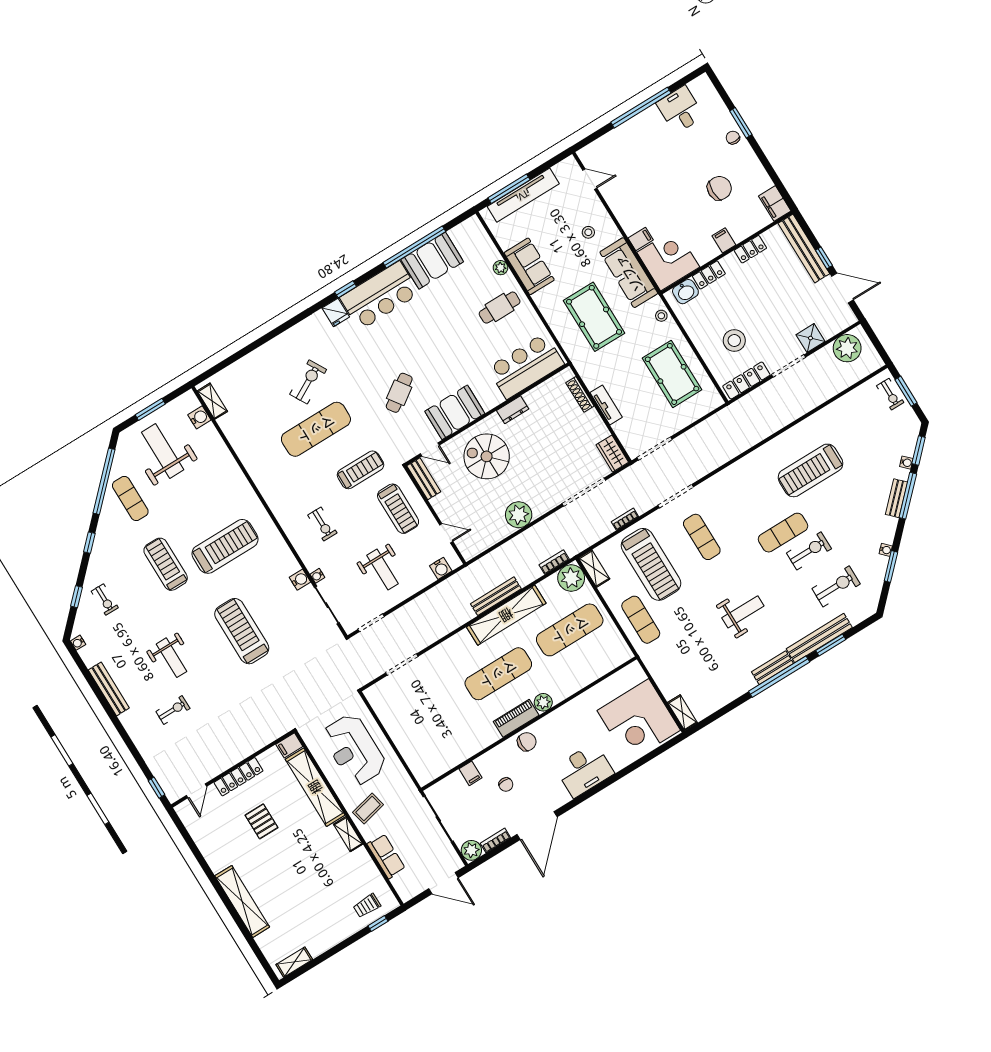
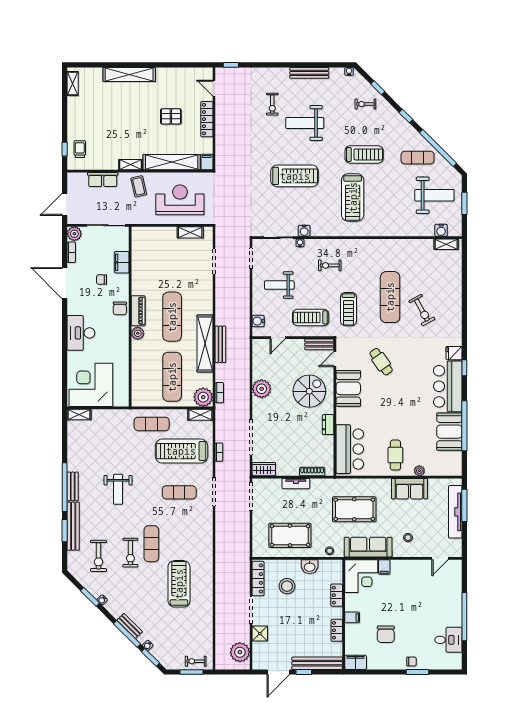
washbasin: (685, 292) -> (310, 567), moved, turned -90
weight bench: (172, 658) -> (305, 123), width x1.36, depth x1.33
shelving: (385, 714) -> (190, 232), added
filing cabinet: (471, 773) -> (122, 262), width x2.00

